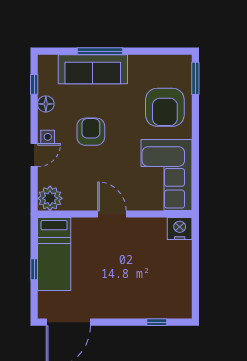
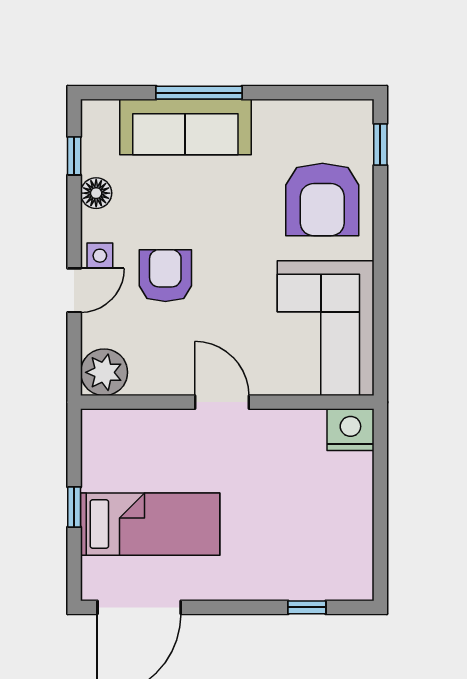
window: (195, 78) -> (380, 144), width x0.67
armchair: (91, 132) -> (165, 276), moved
bed: (54, 254) -> (150, 524), moved, turned -90

